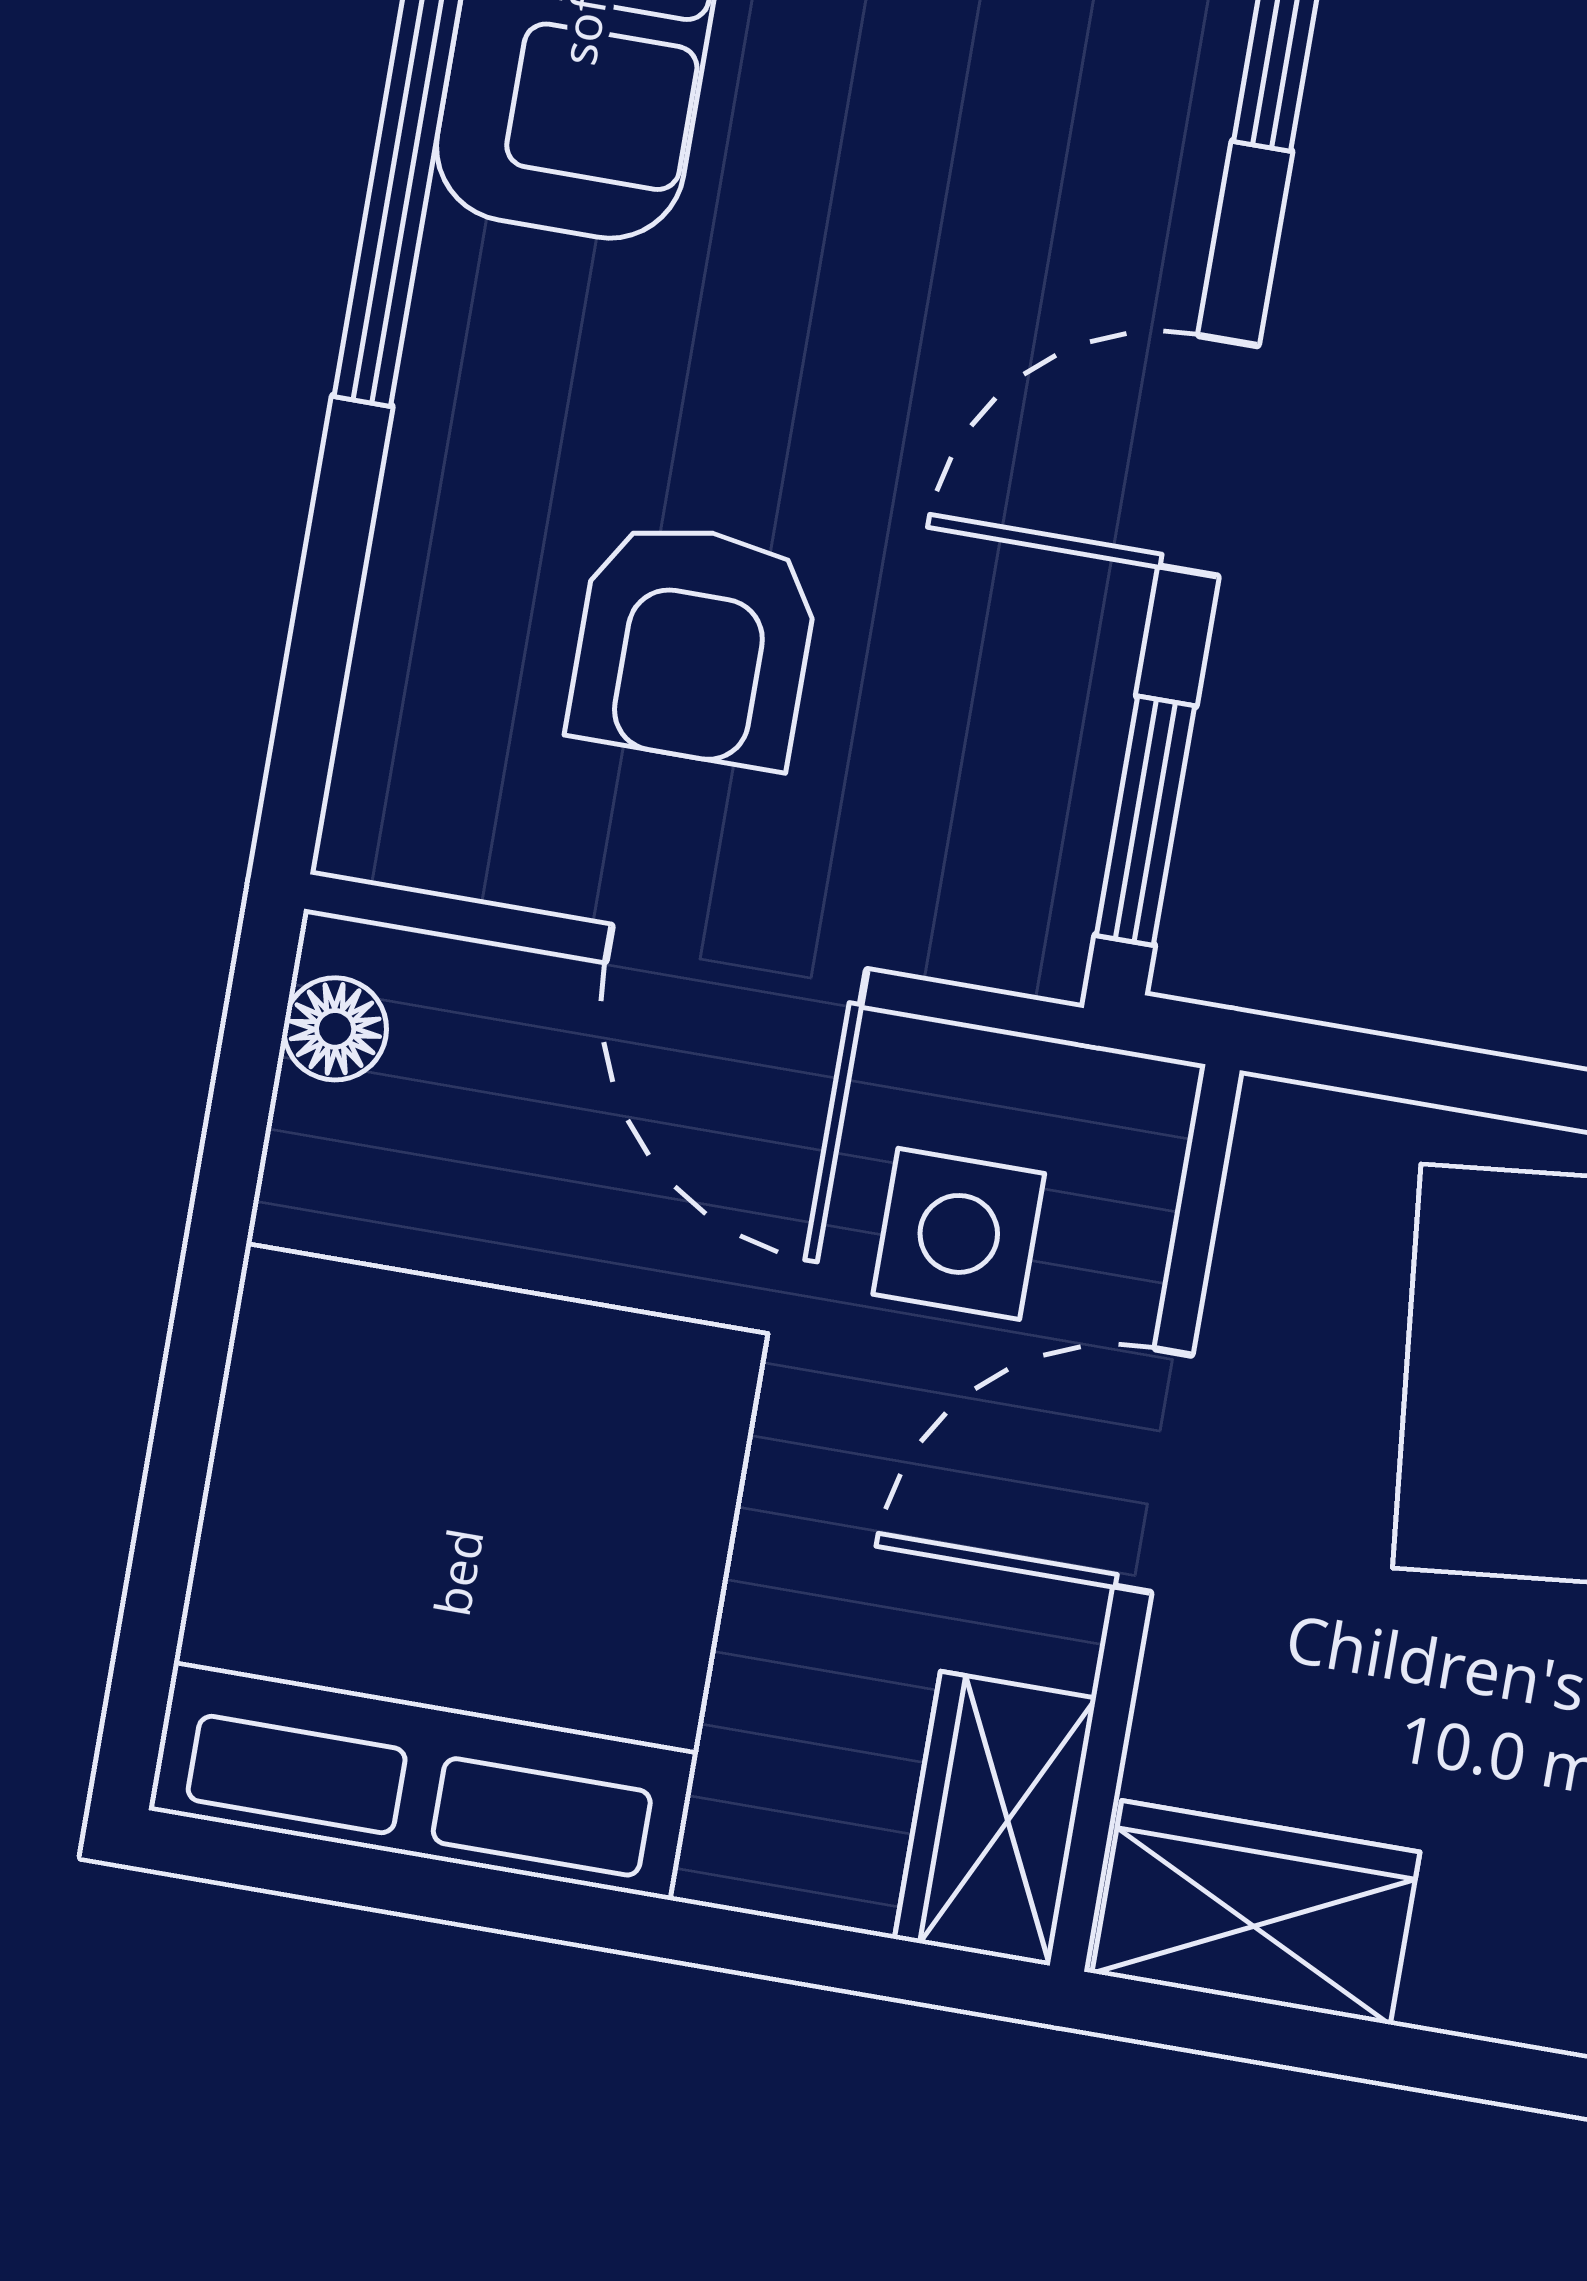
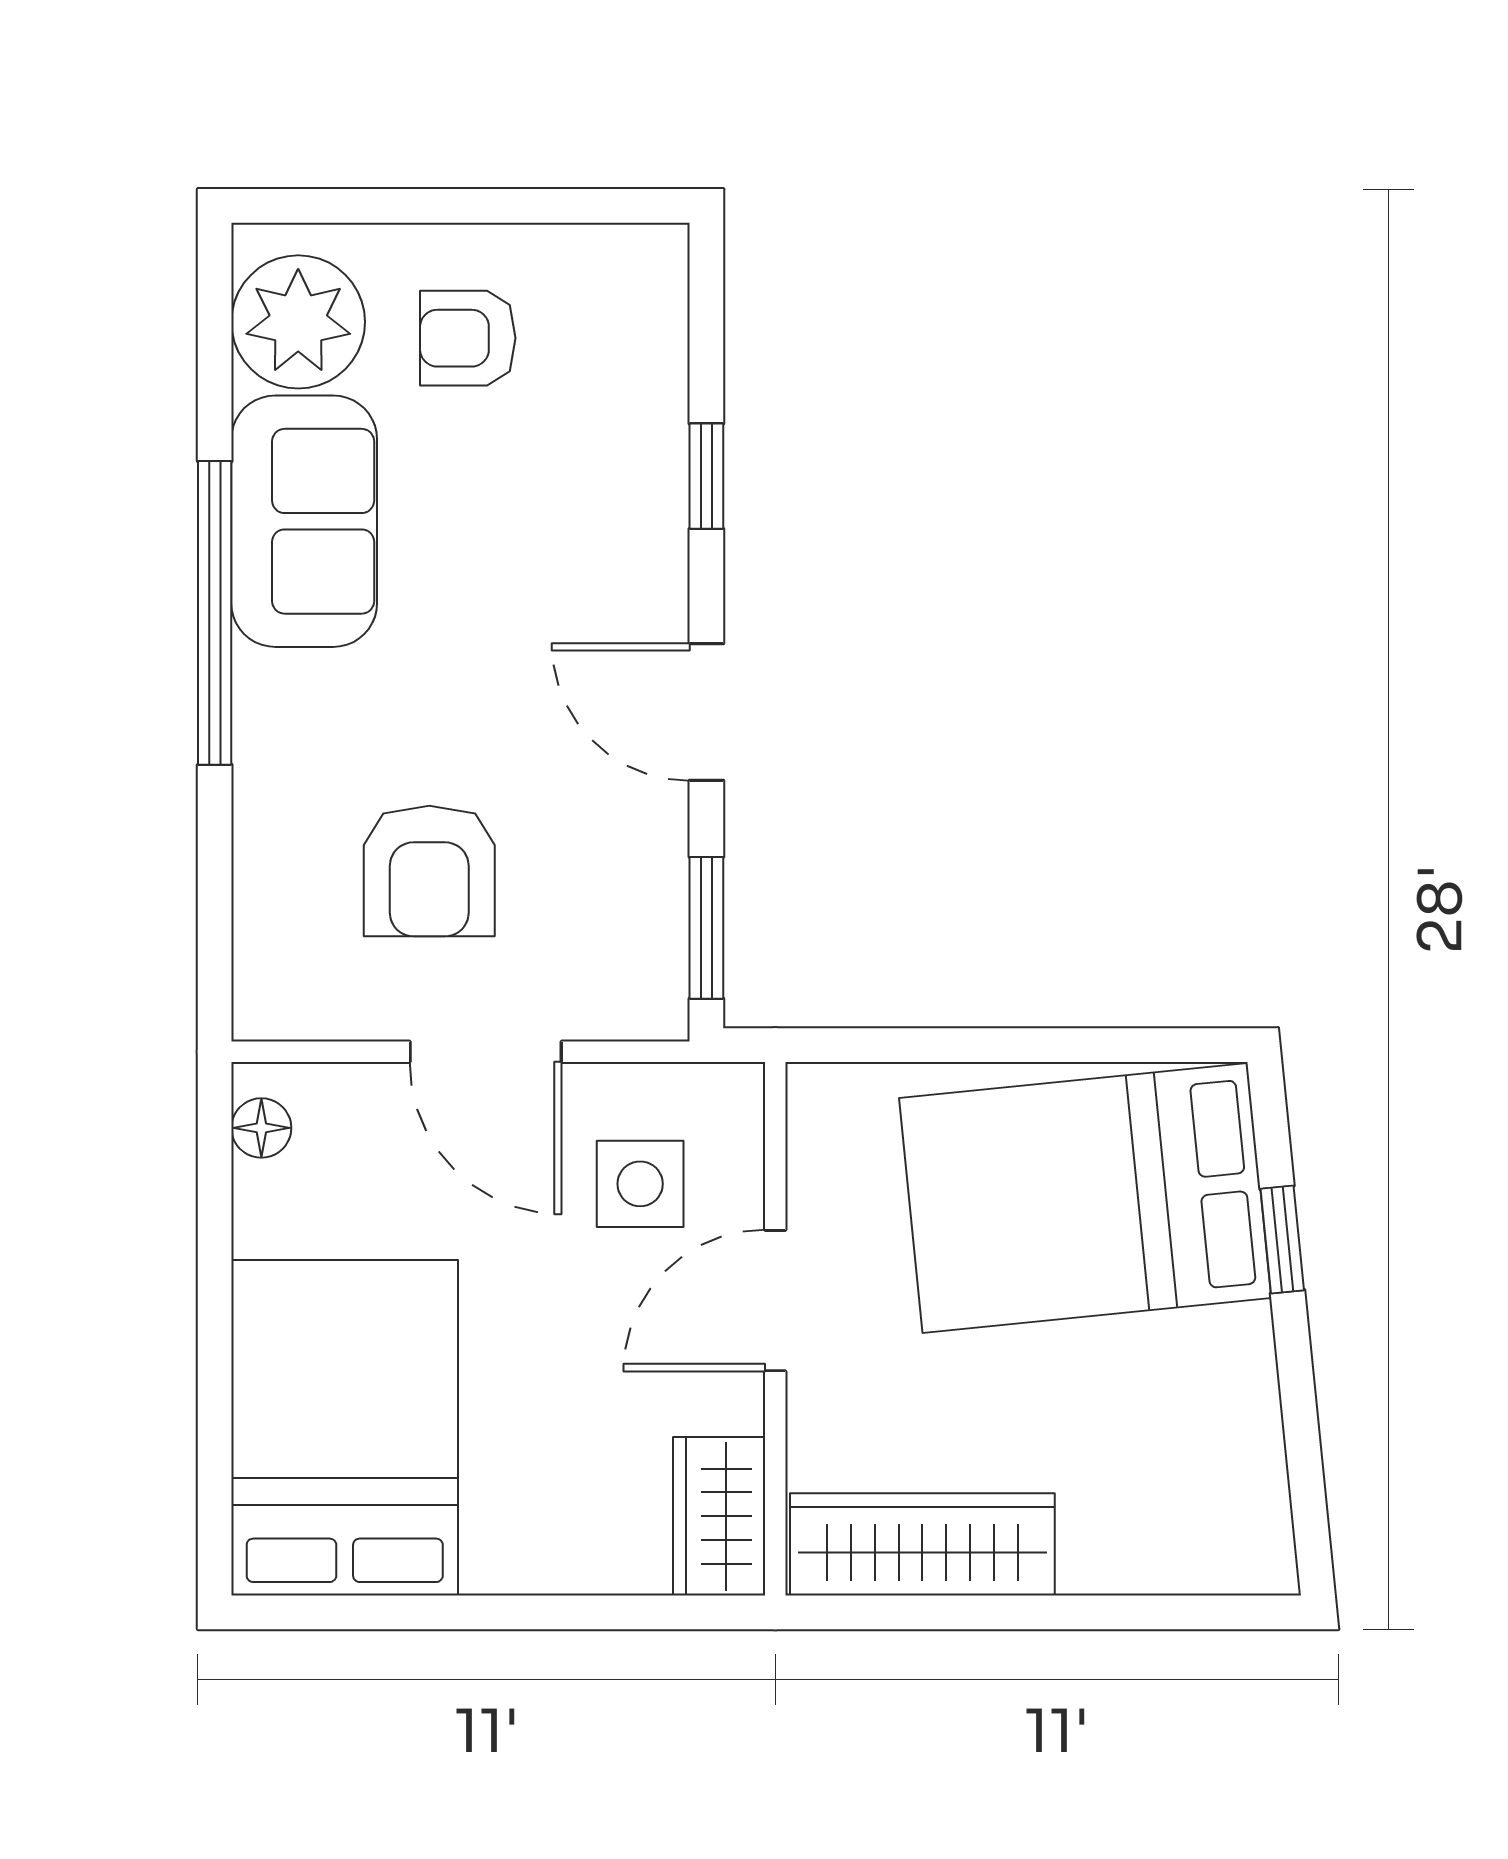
door: (1208, 456) -> (706, 712), hinge flipped
bed: (458, 1572) -> (345, 1428), width x0.73
wardrobe: (1256, 1913) -> (922, 1544), width x1.50

